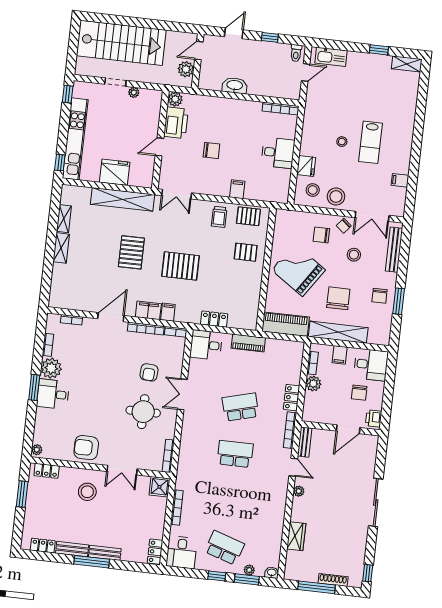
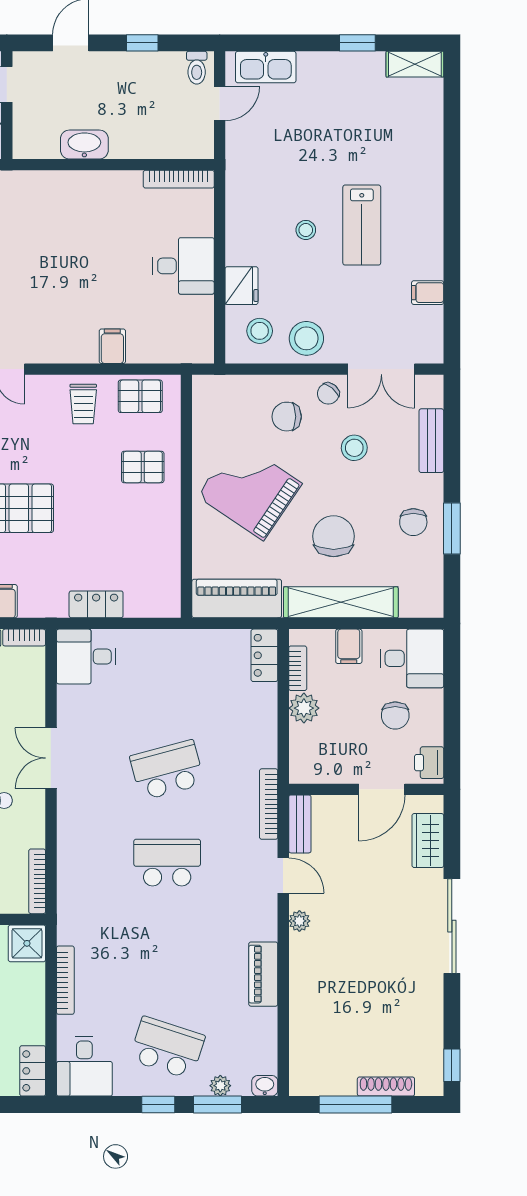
chair: (211, 150) -> (53, 276), removed
bench: (394, 250) -> (431, 441), width x0.73
piano: (248, 343) -> (263, 974), moved, turned 90
locker: (291, 398) -> (264, 655), moved
wardrobe: (296, 536) -> (428, 841), moved, turned 180

